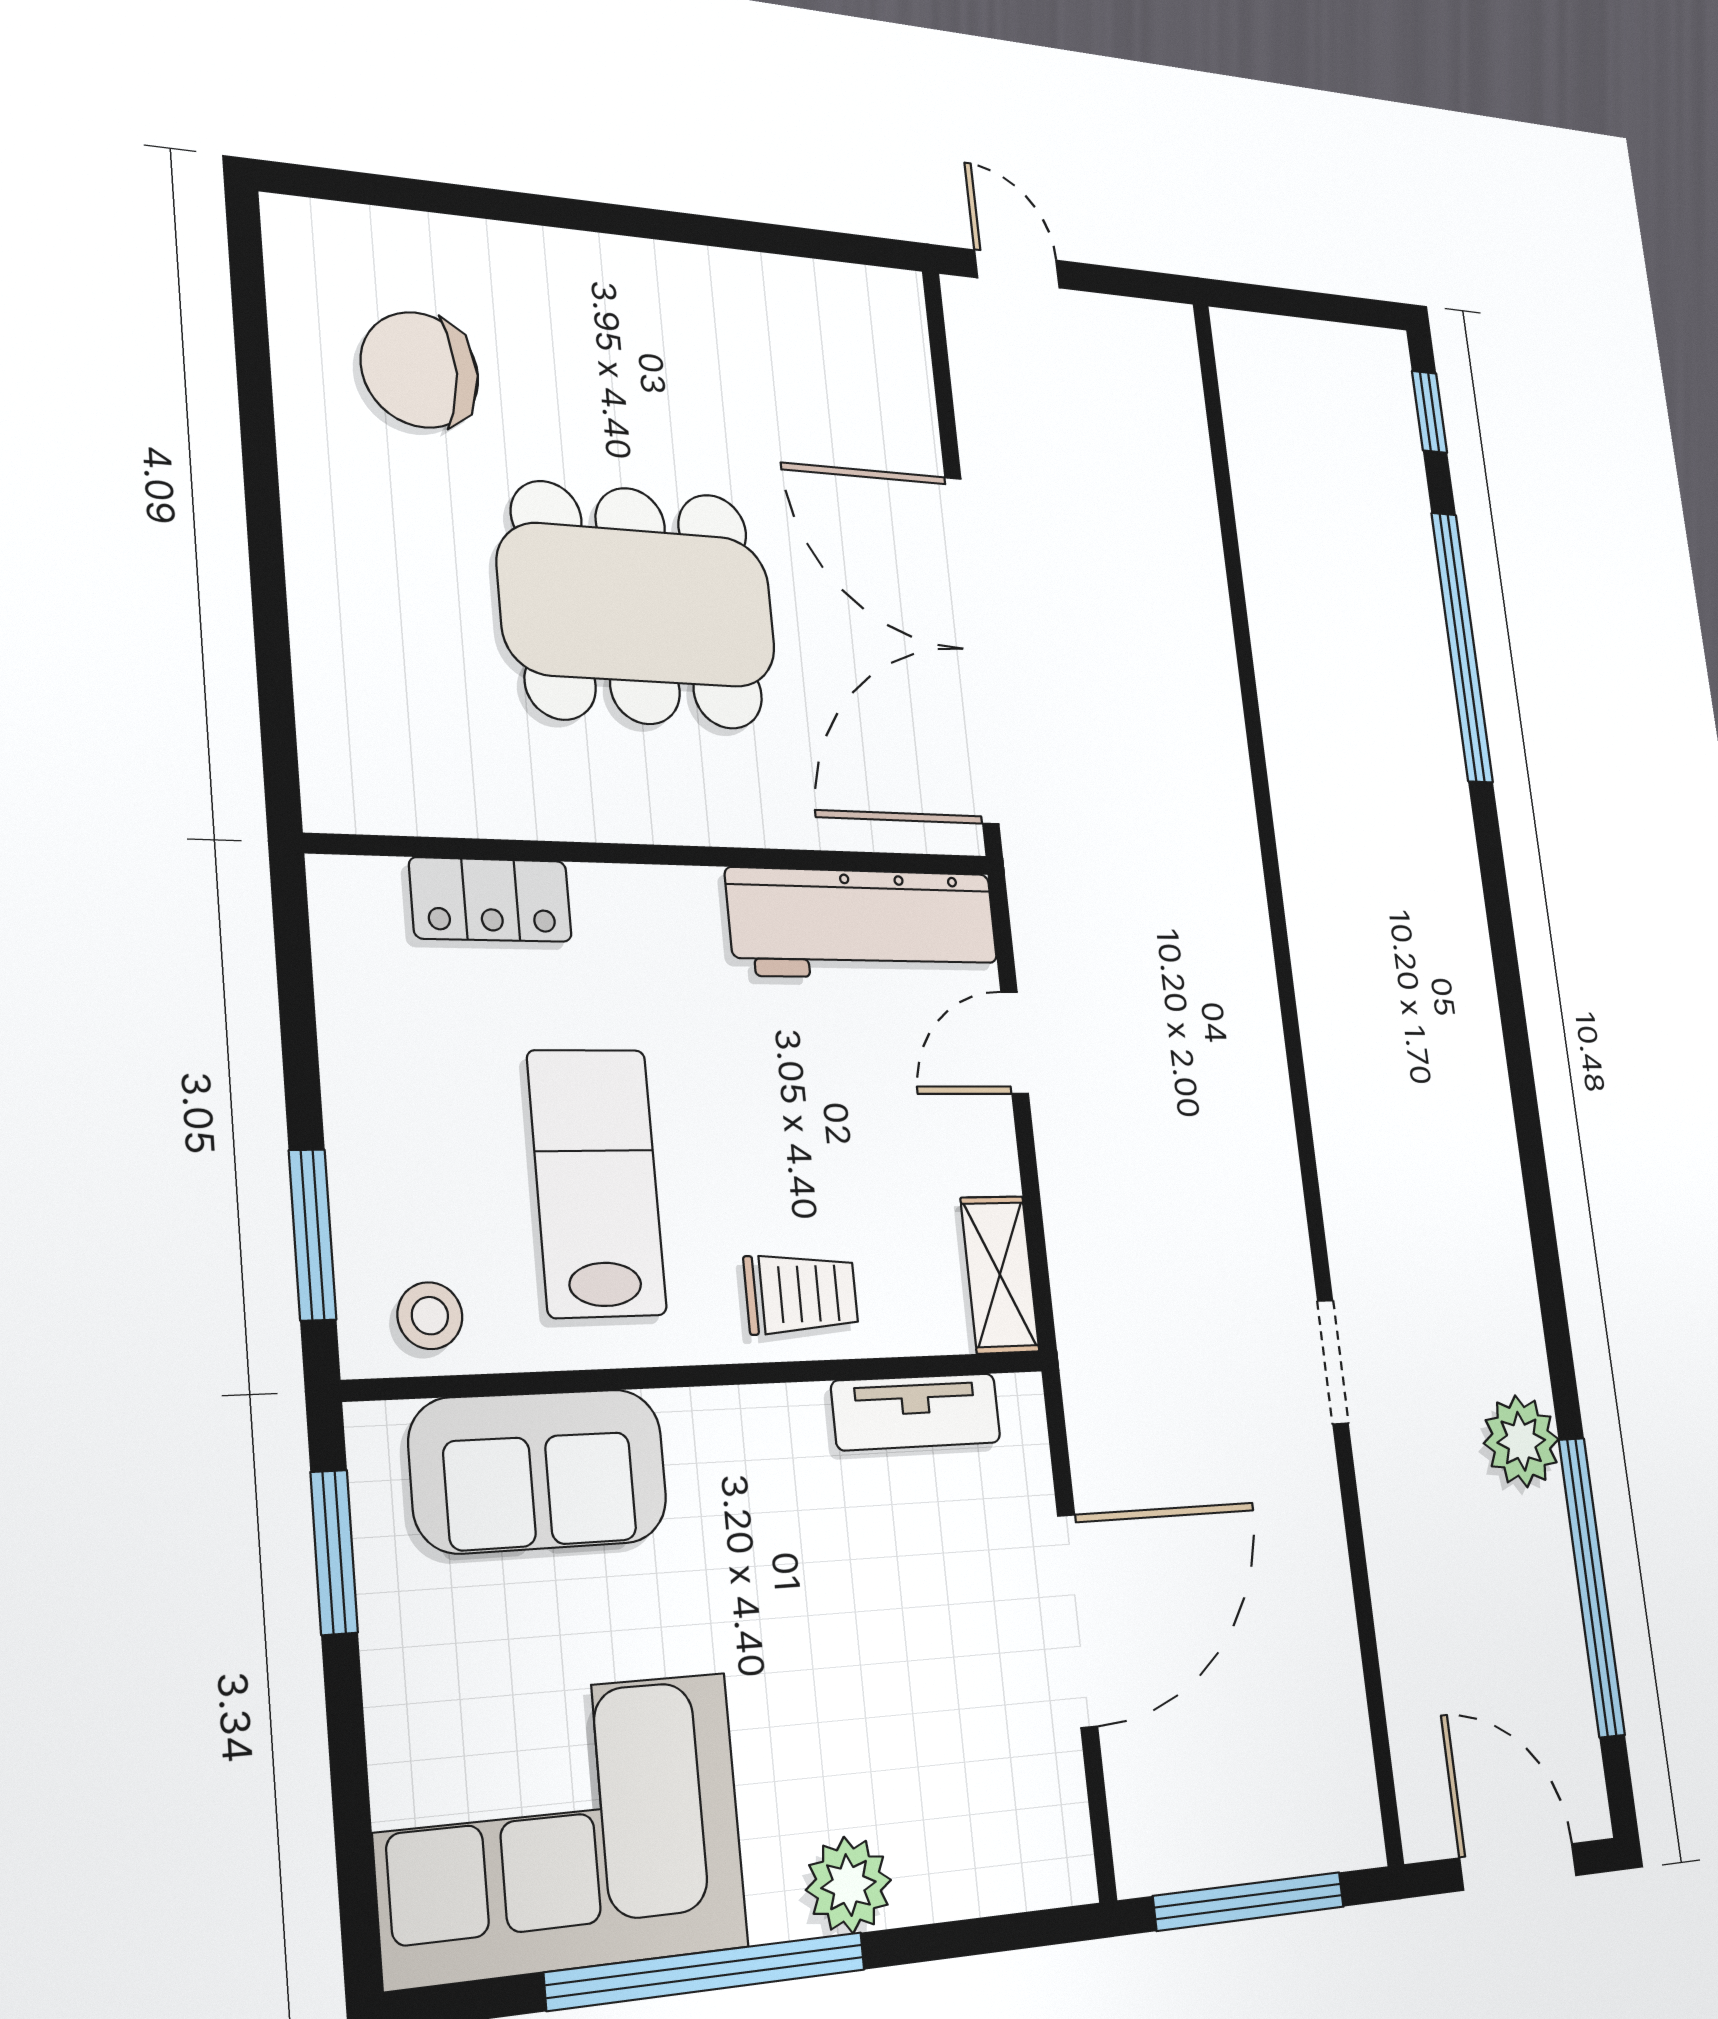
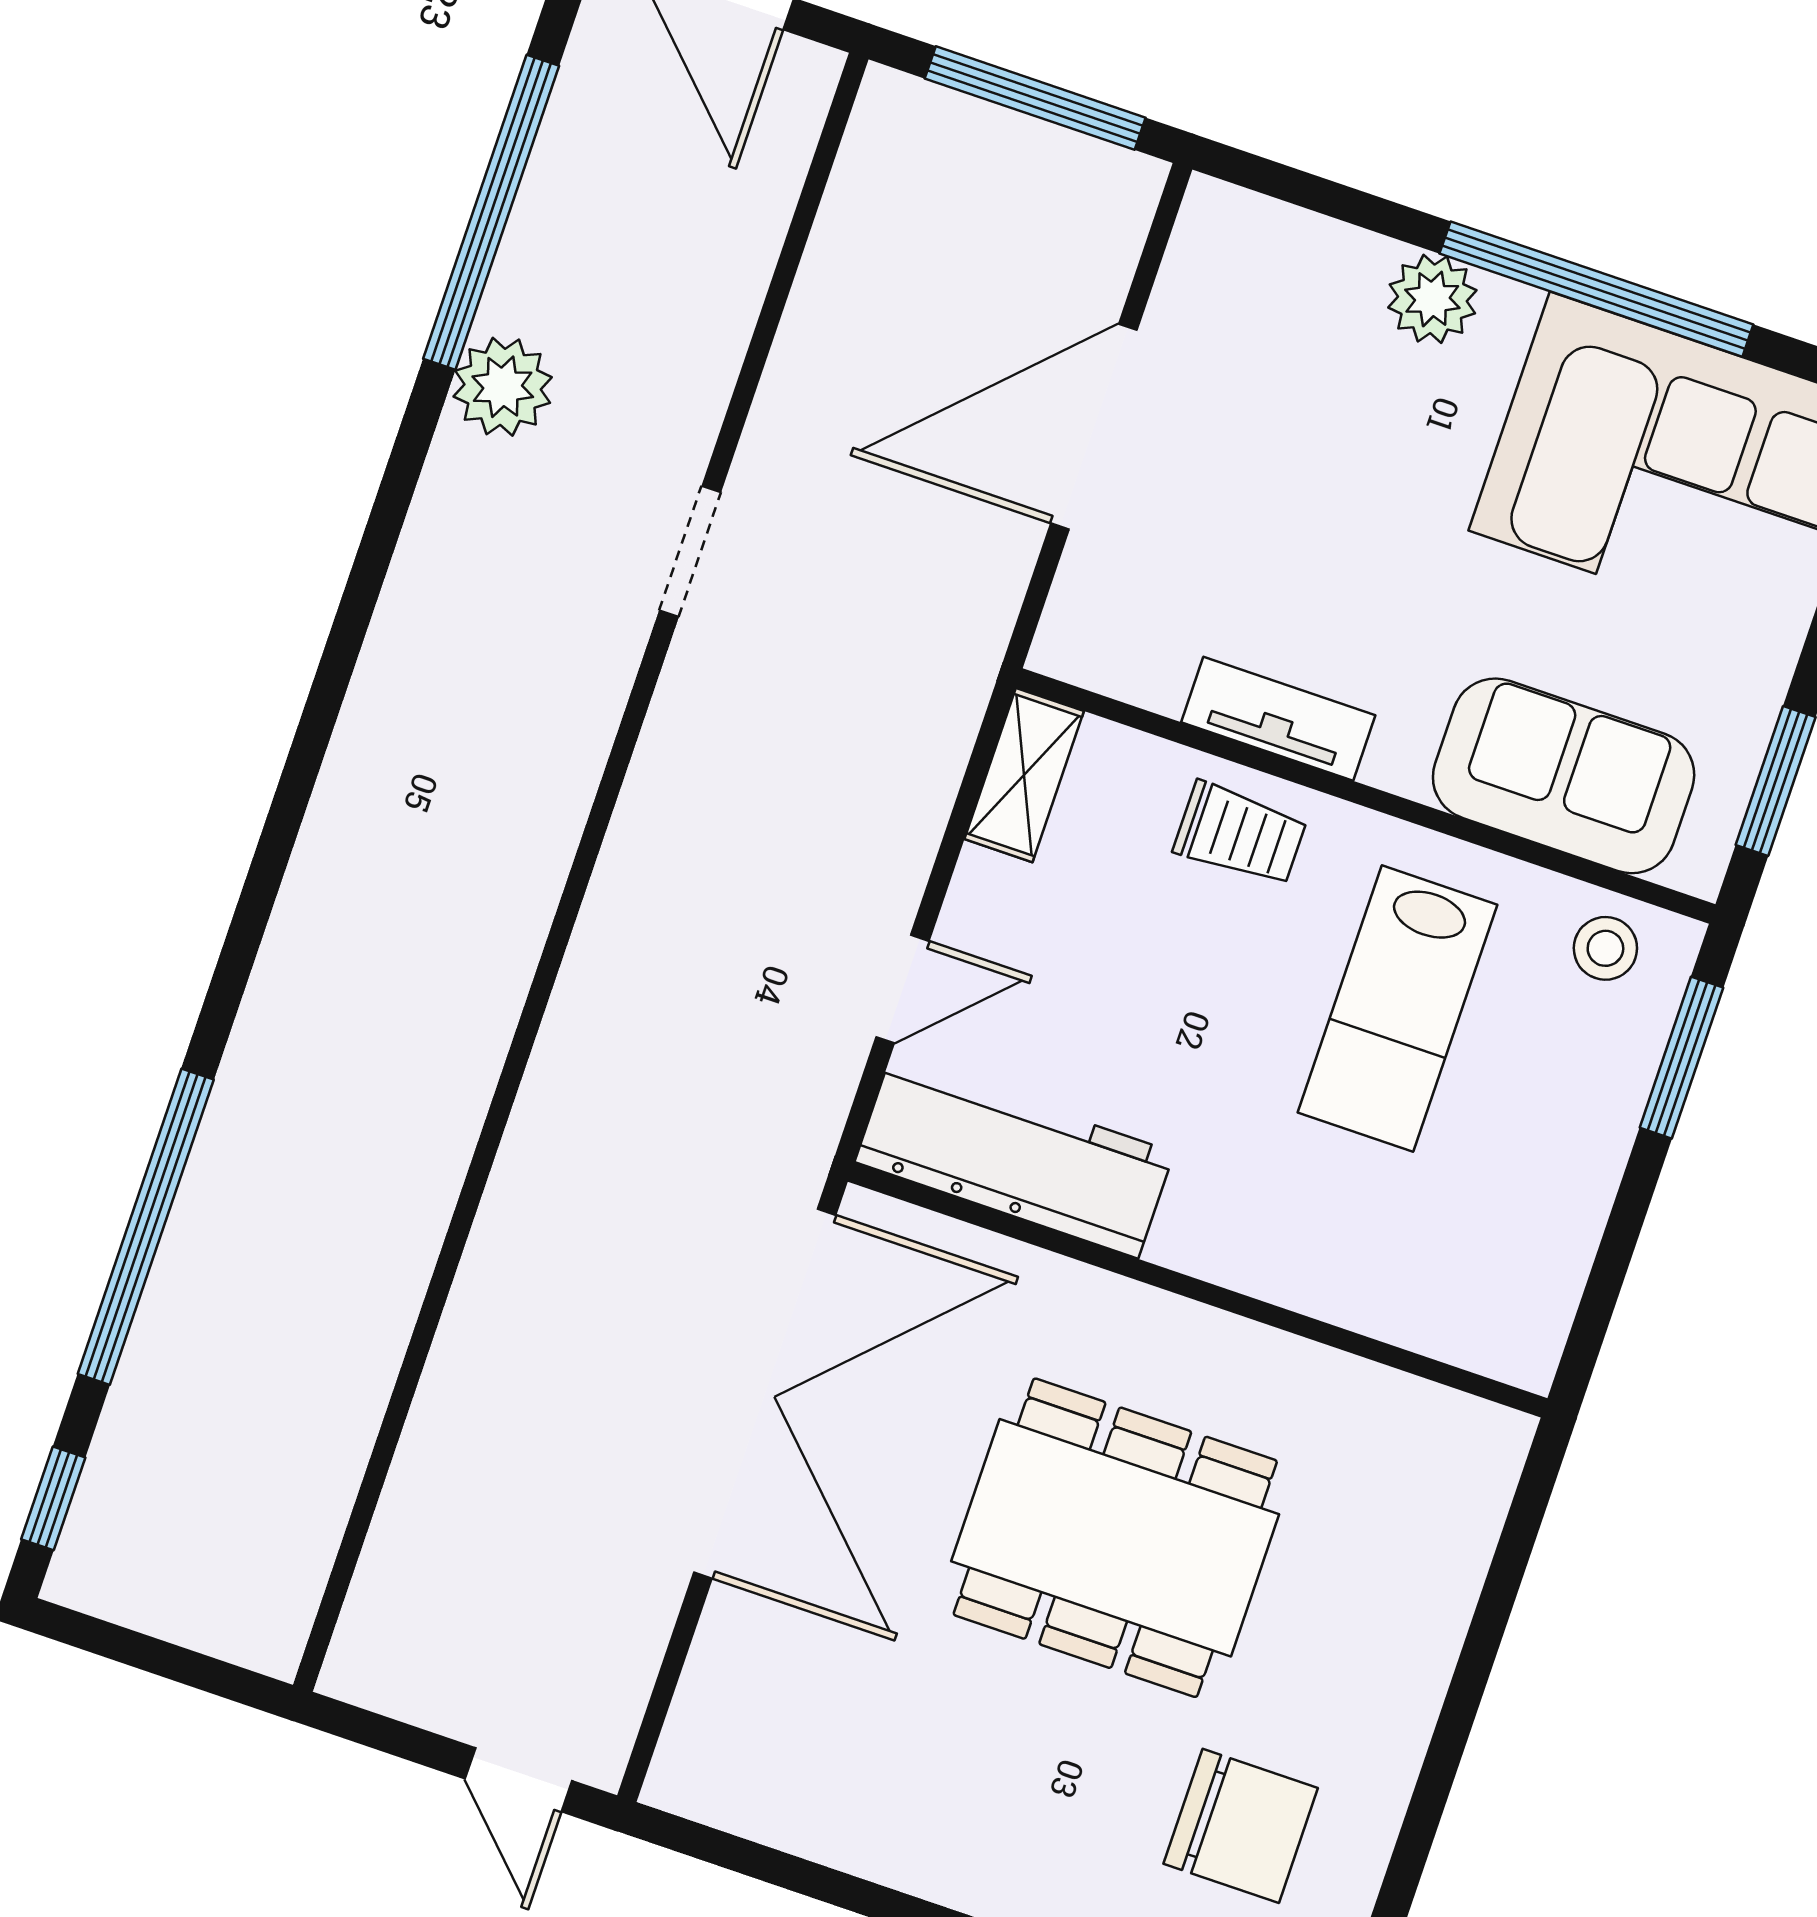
locker: (491, 900) -> (1388, 1301), removed
trolley: (801, 1294) -> (1240, 834), turned 180
tv unit: (916, 1412) -> (1278, 719), moved

